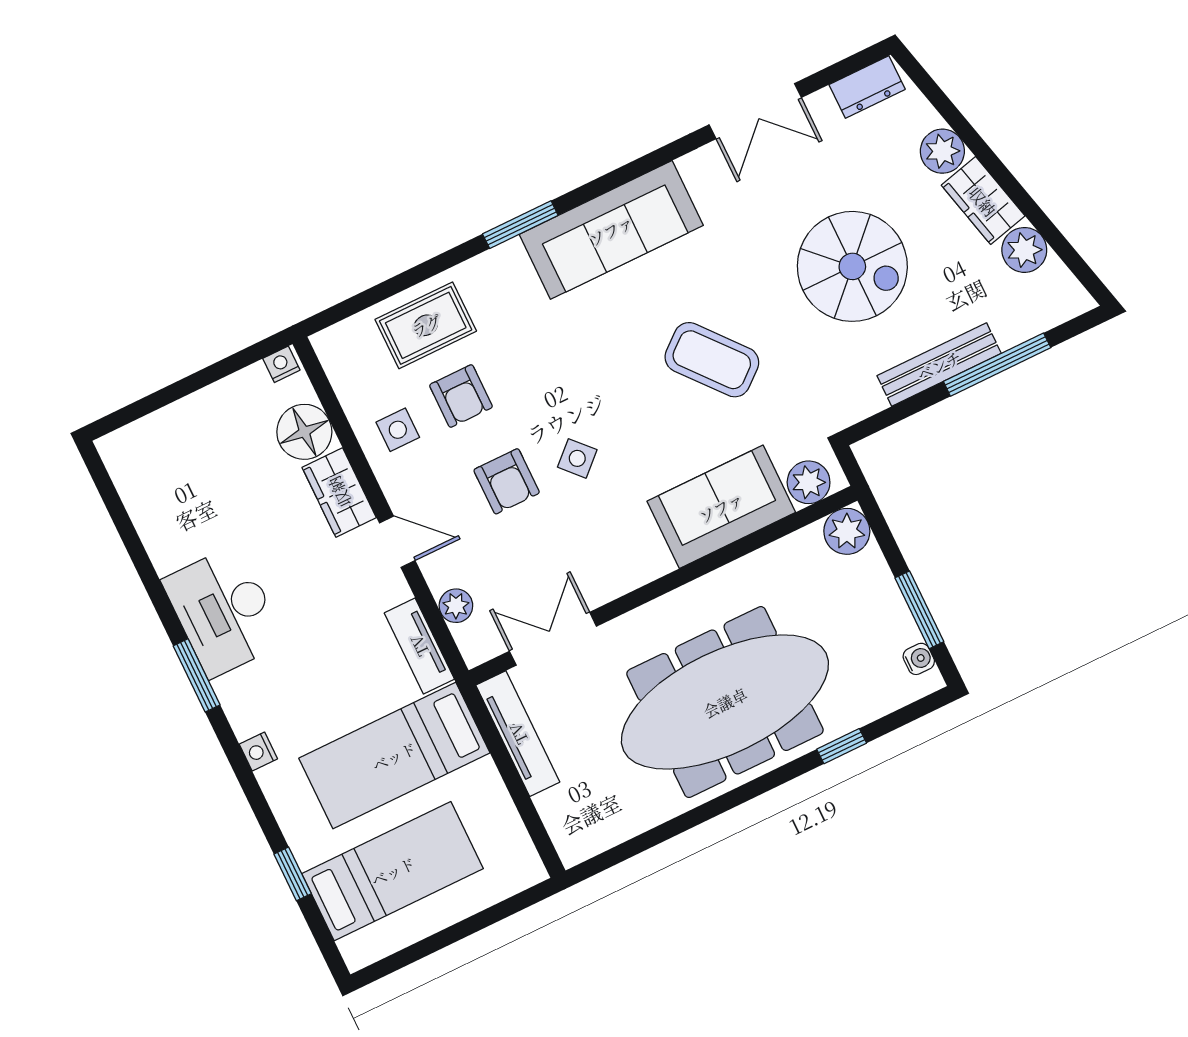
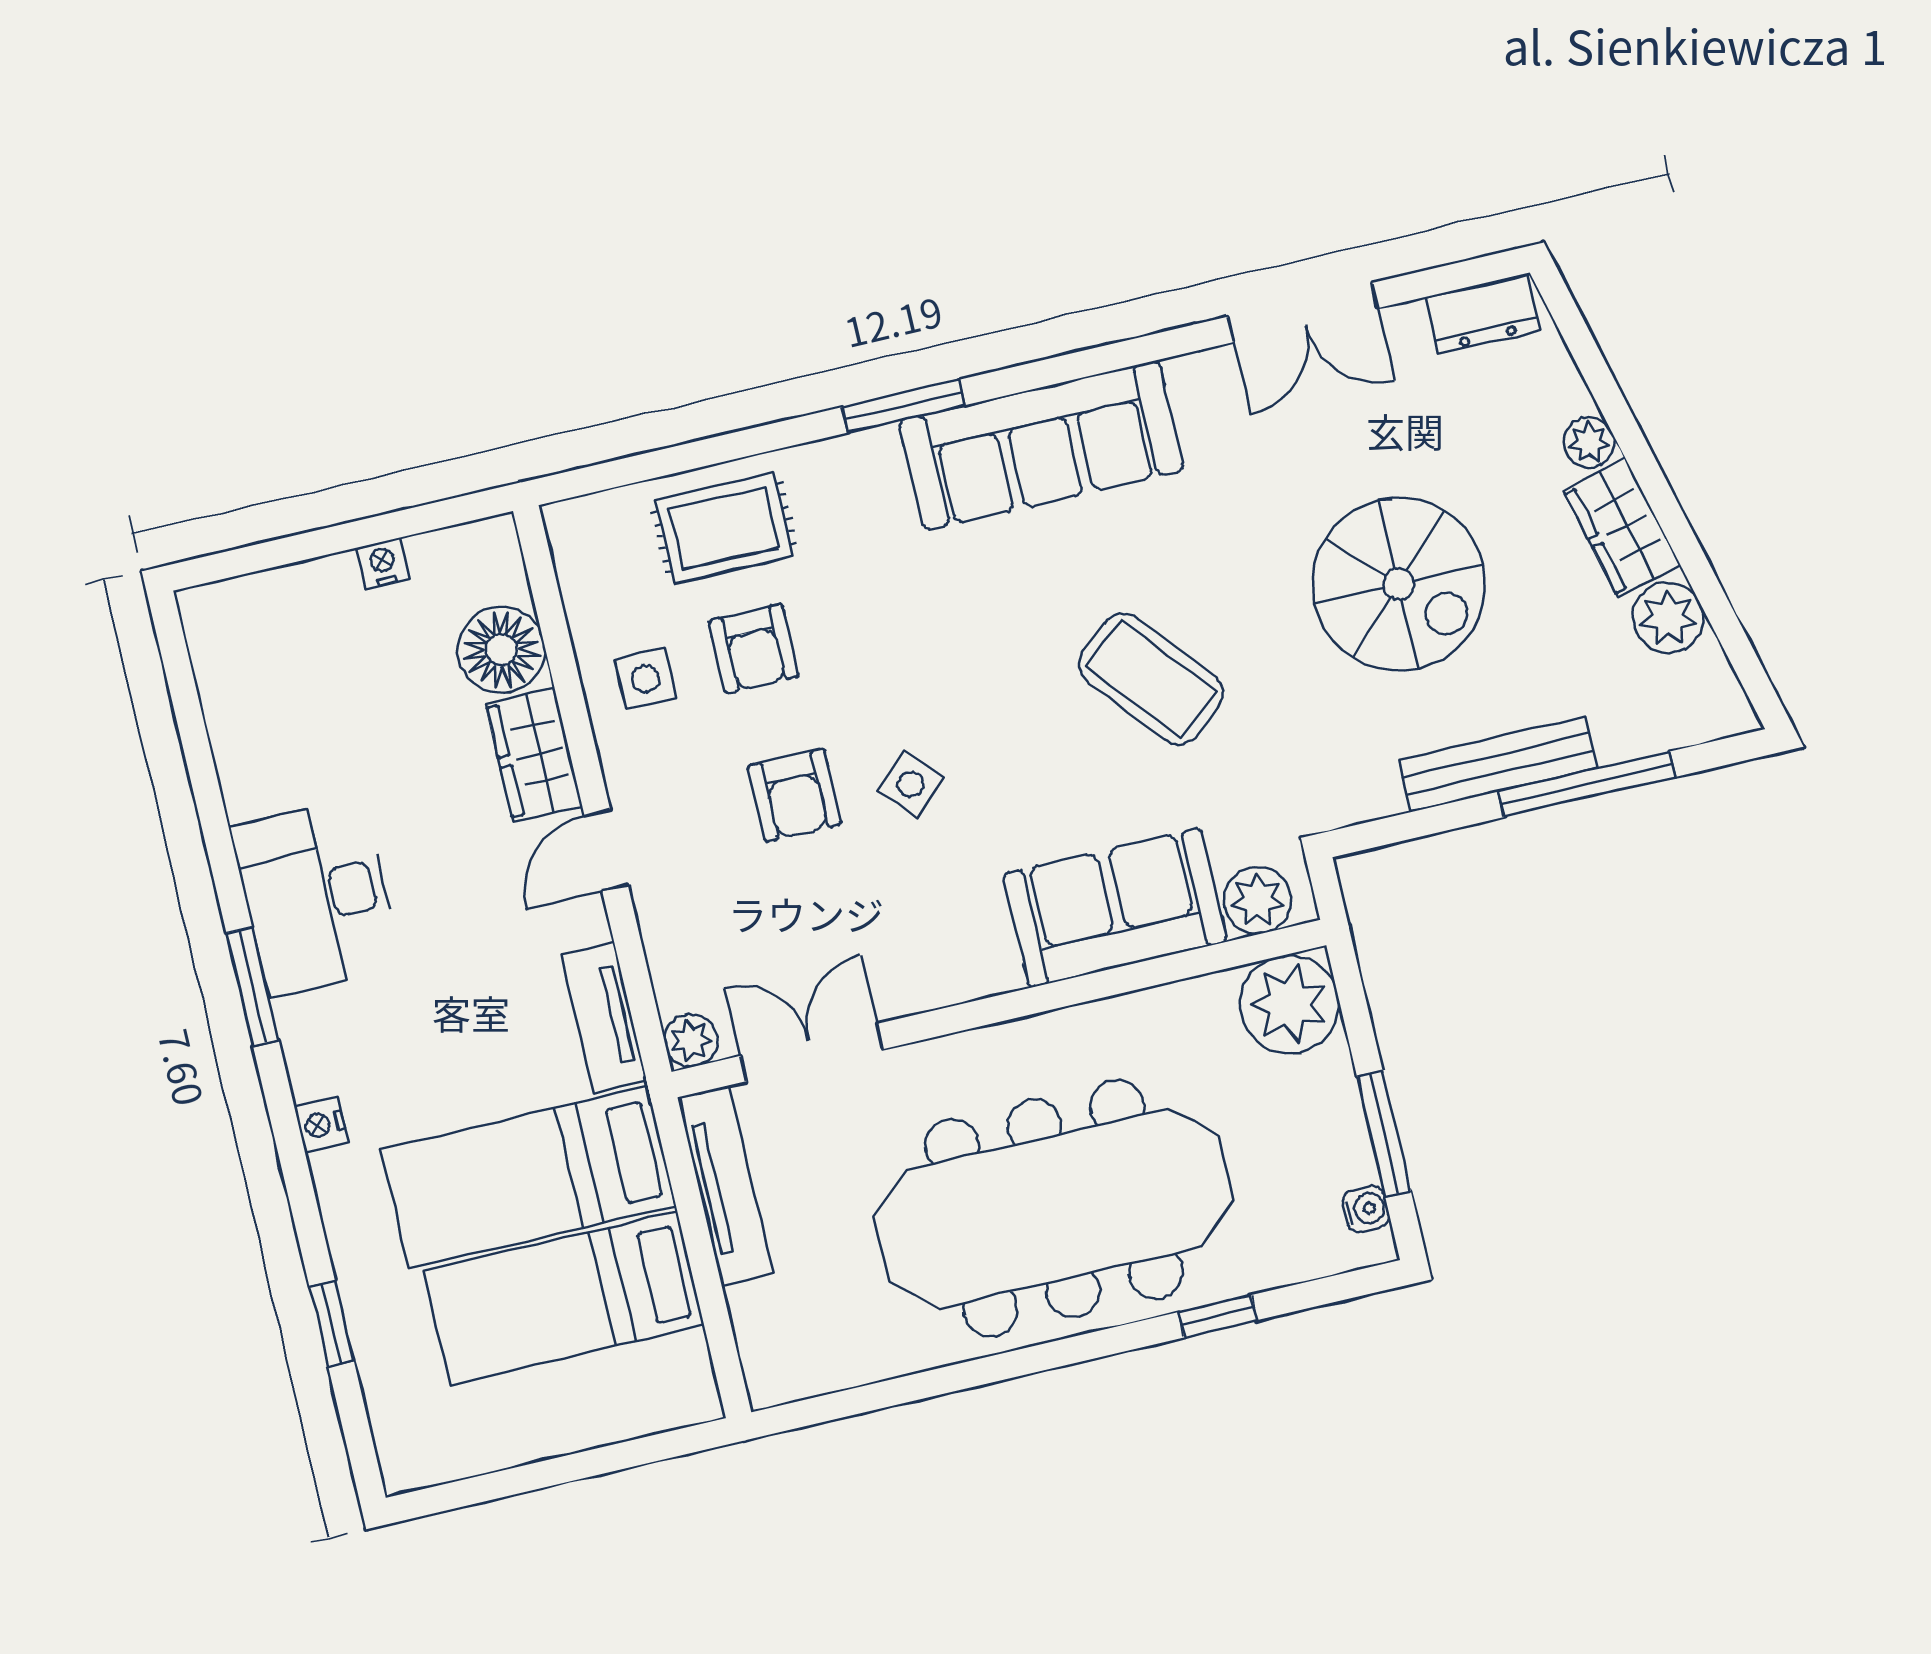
plant: (942, 151) -> (1589, 442), width x0.73, depth x0.73
nightstand: (281, 364) -> (383, 563), moved
plant: (847, 531) -> (1290, 1004), width x1.36, depth x1.36
door: (397, 542) -> (606, 850), swing flipped
plant: (456, 606) -> (691, 1040), moved
bed: (393, 871) -> (564, 1298), moved, turned 180

